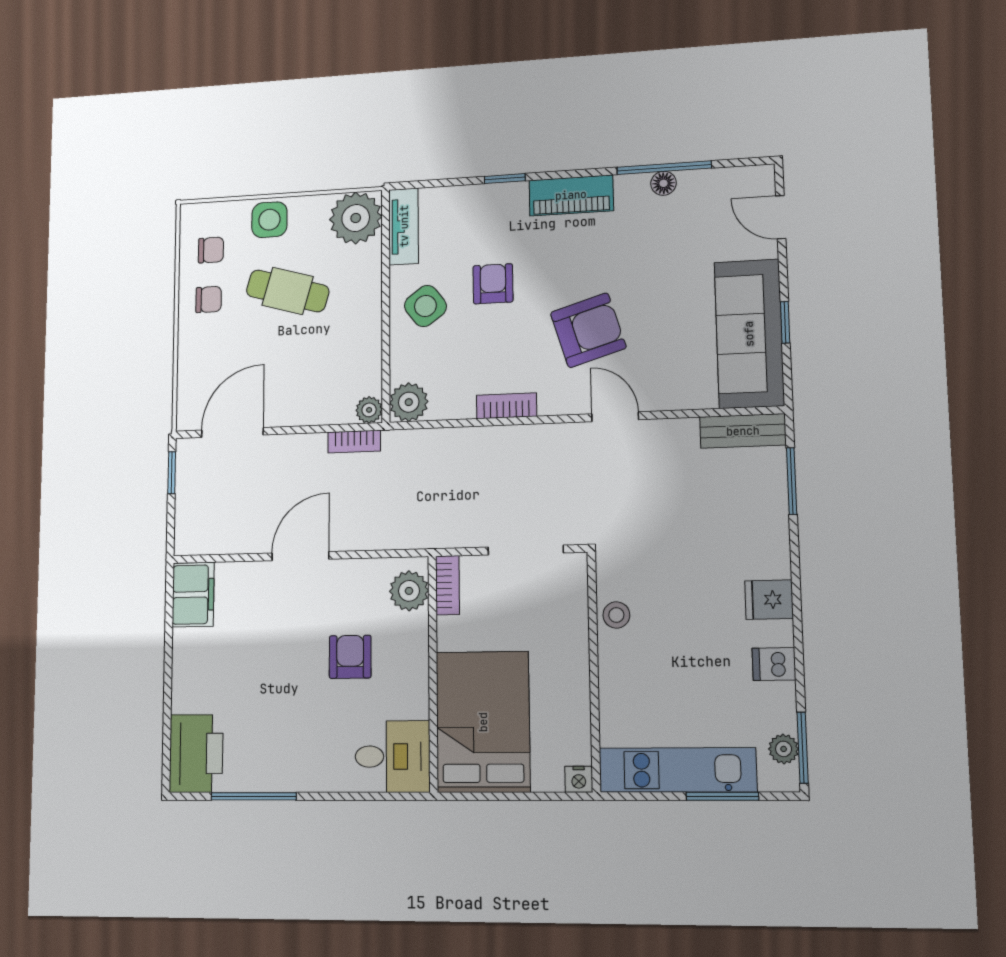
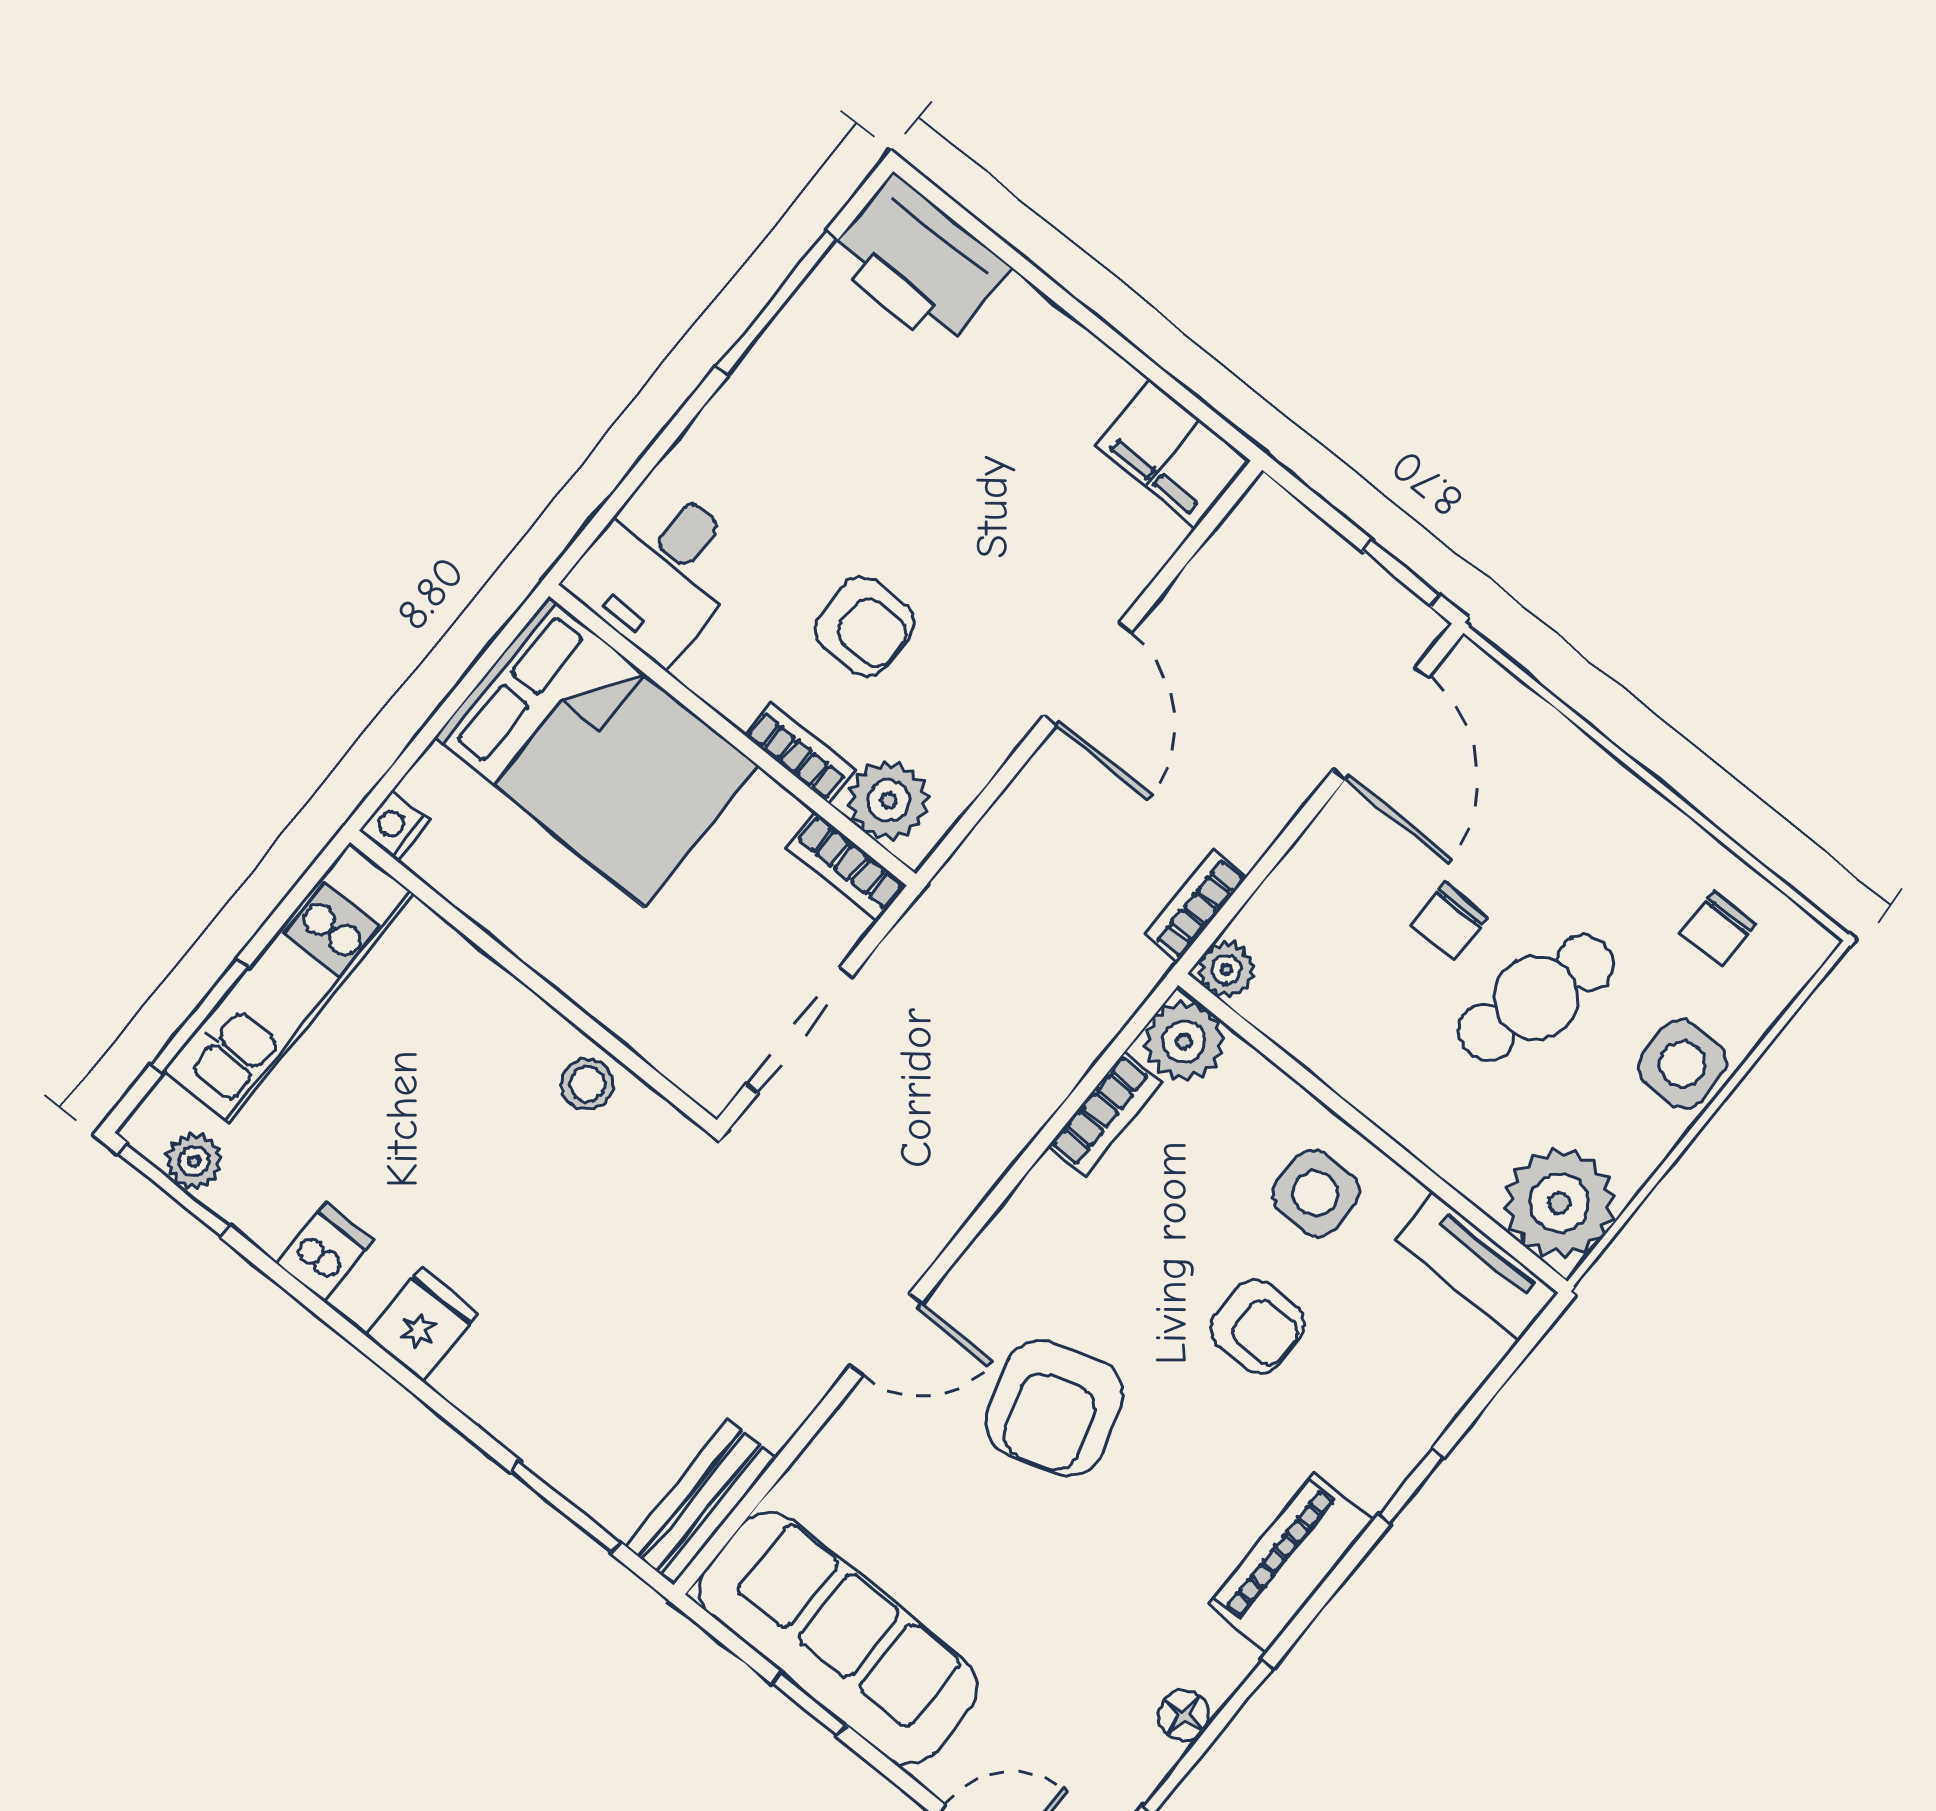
chair: (209, 299) -> (1449, 922), moved
side table: (425, 306) -> (1315, 1194), turned 37
bookcase: (507, 406) -> (1105, 1114), moved
bookcase: (418, 641) -> (799, 752), added

